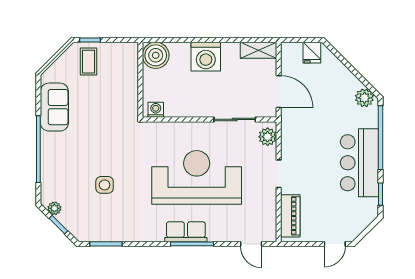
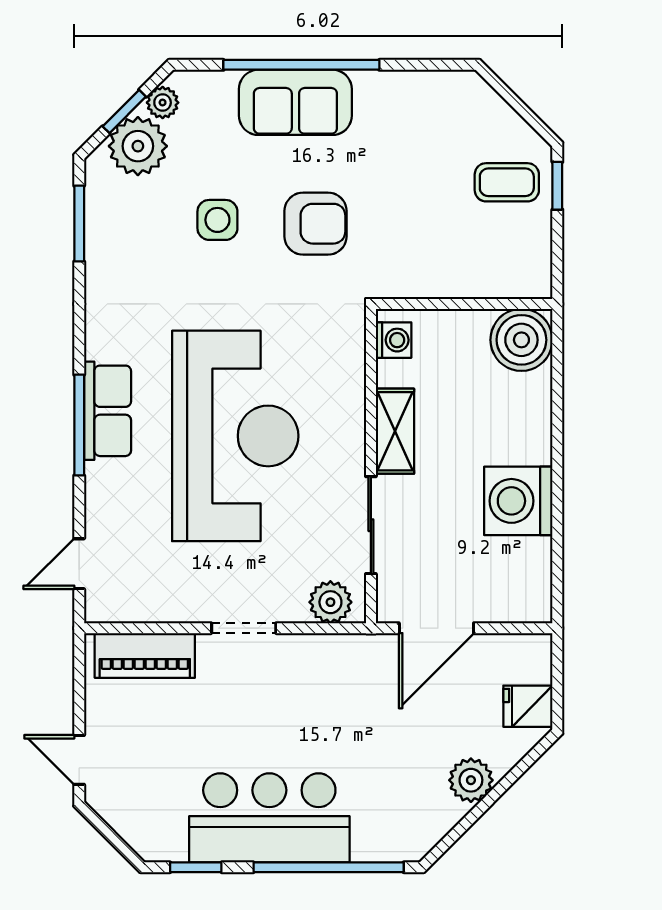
shelving: (258, 50) -> (395, 431), moved
washing machine: (206, 57) -> (518, 501), moved
plant: (364, 98) -> (471, 780), moved
sofa: (54, 107) -> (295, 102), moved
armchair: (106, 143) -> (316, 224), added
plant: (73, 219) -> (138, 146), added

